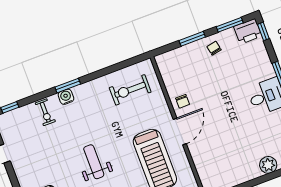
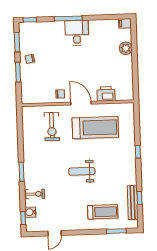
printer: (248, 31) -> (106, 94), moved, turned -90
exercise bike: (130, 90) -> (52, 127), moved
water cooler: (66, 97) -> (30, 212), moved

